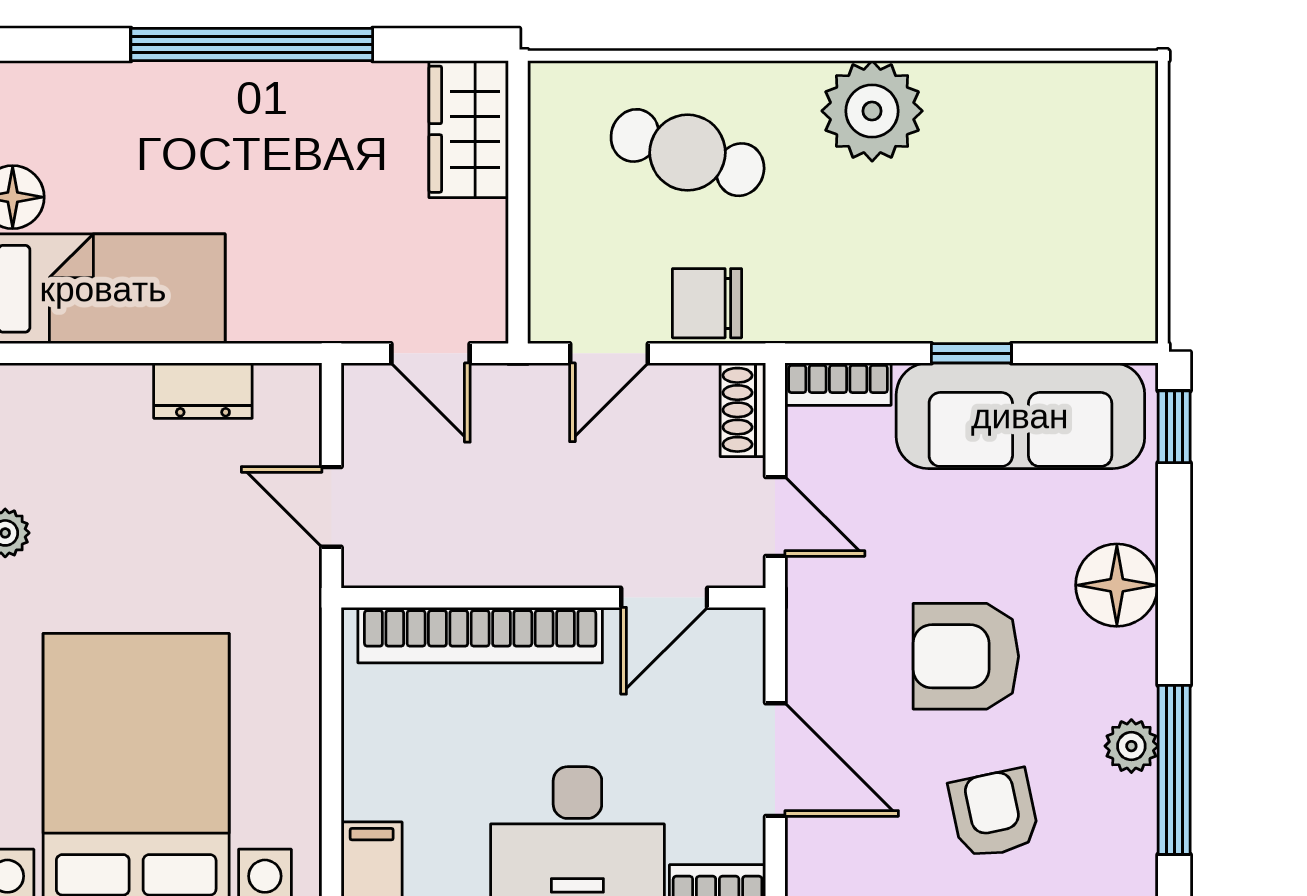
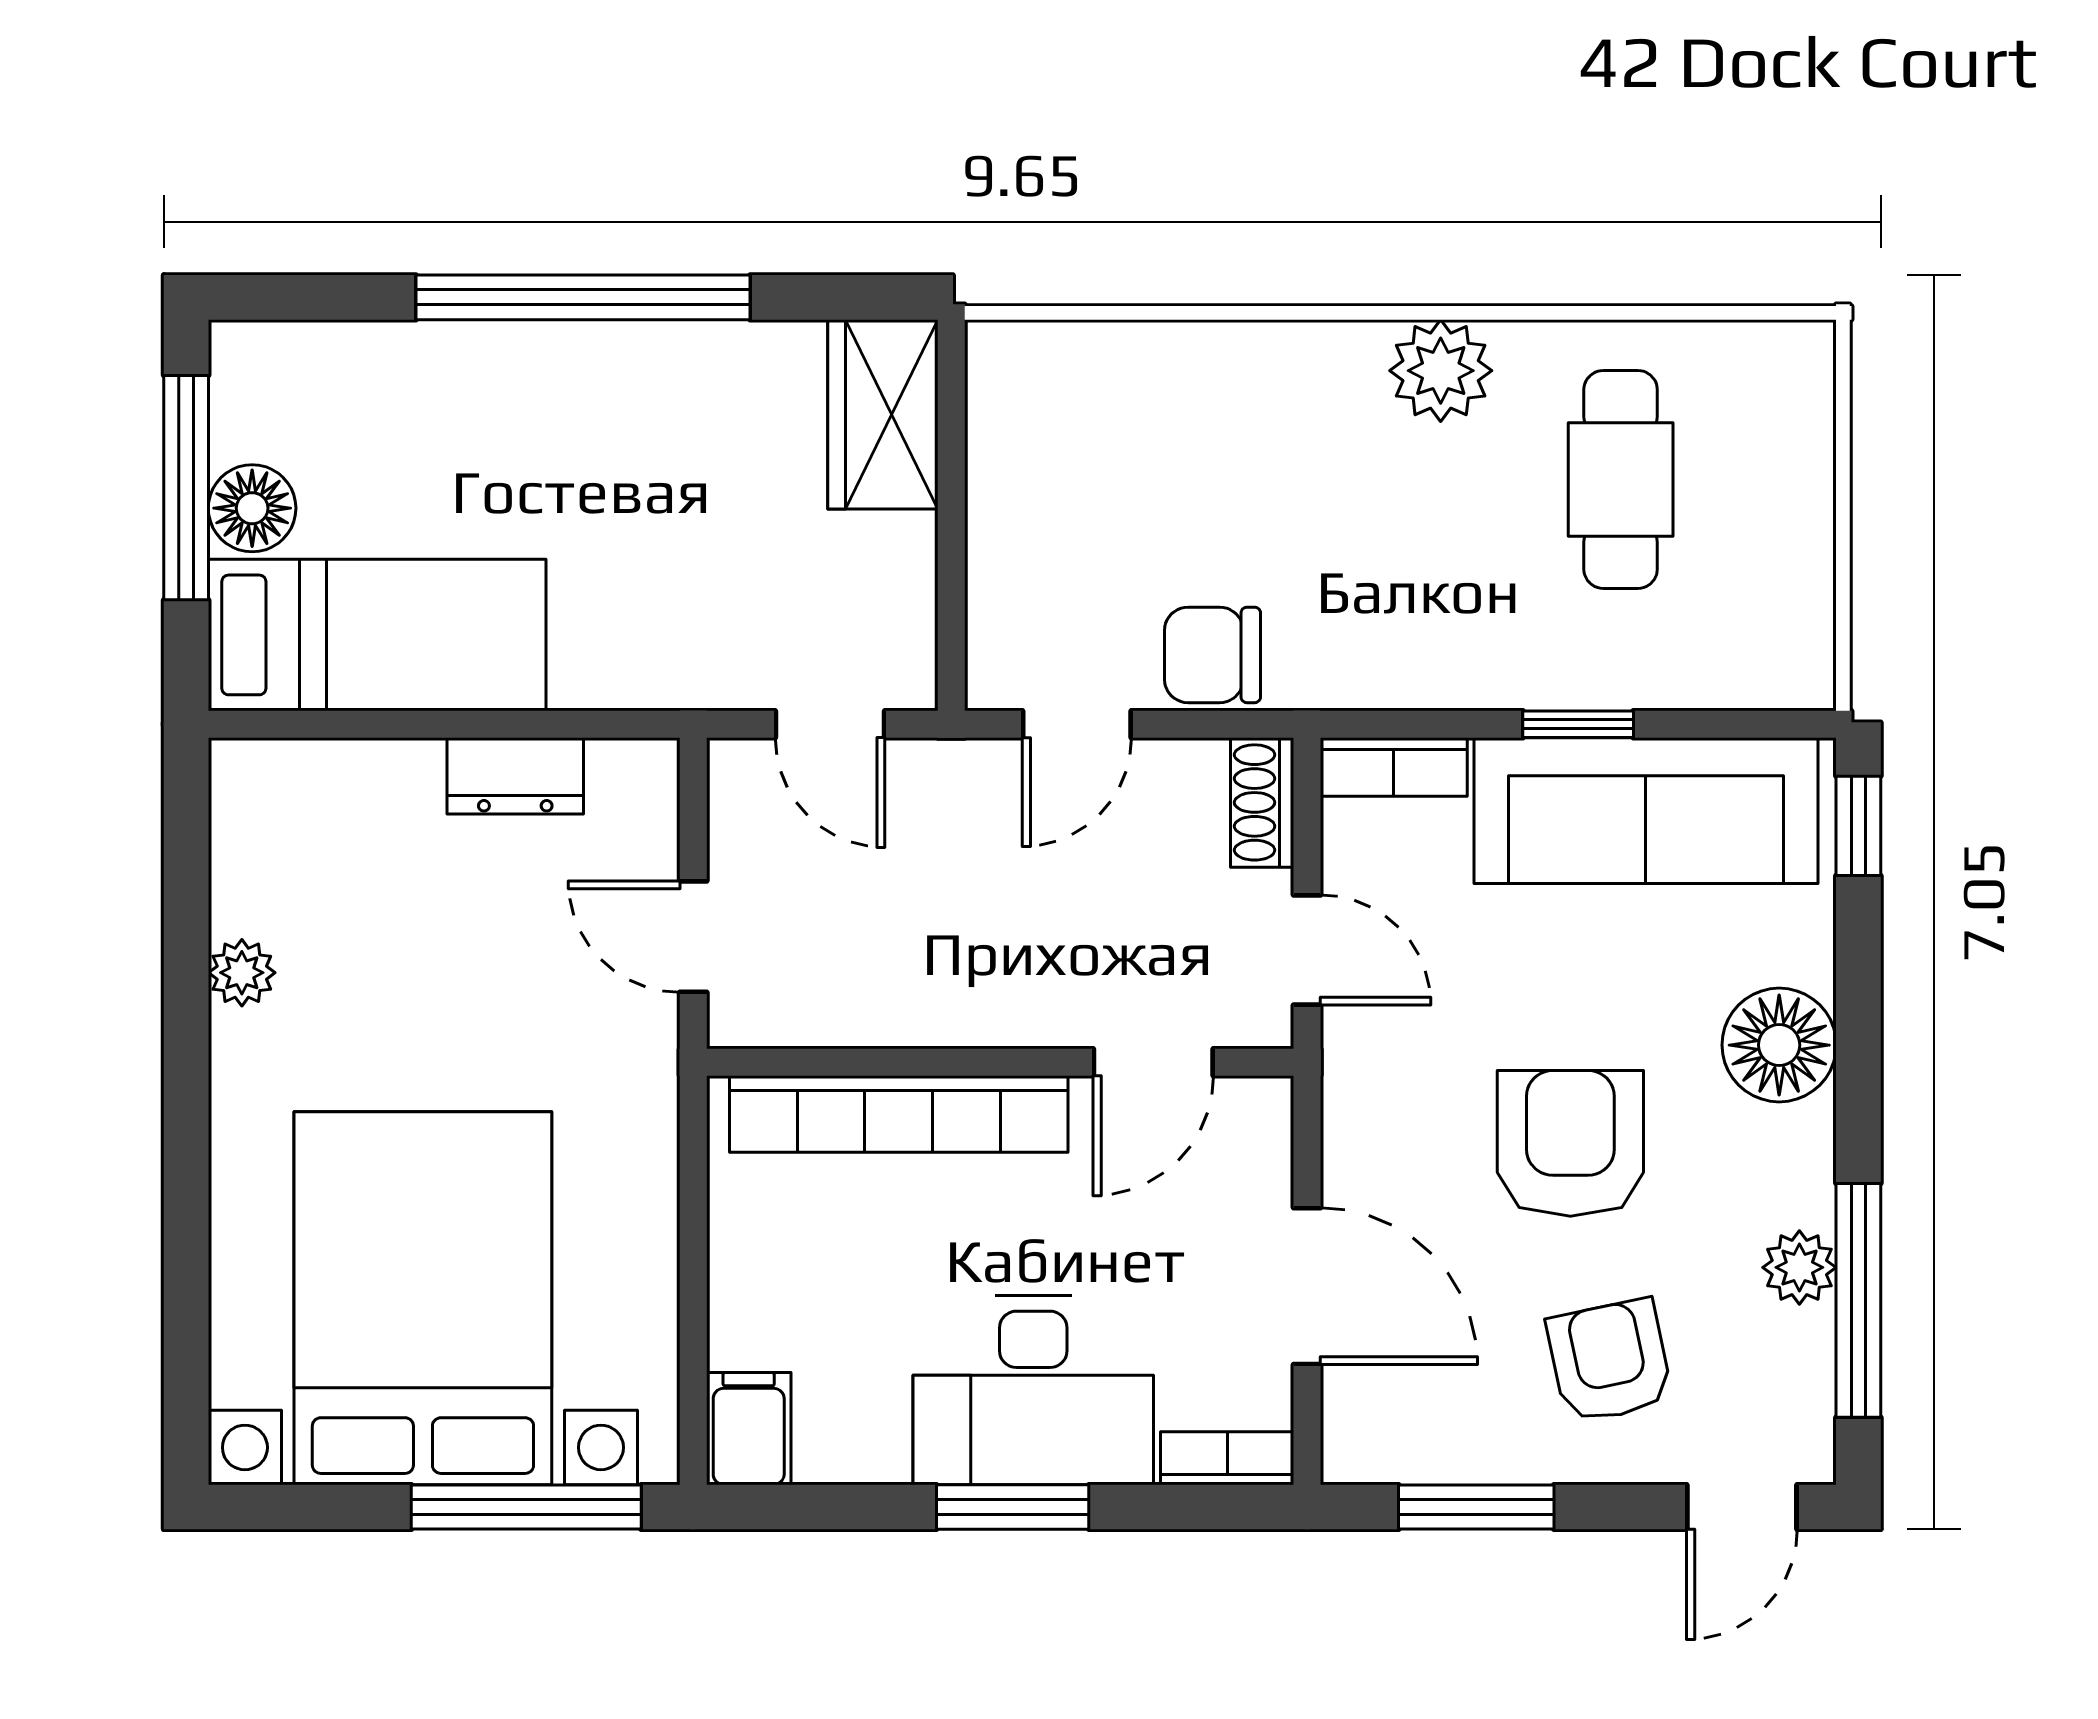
plant: (872, 111) -> (1441, 371), width x0.73, depth x0.73
cafe table: (688, 153) -> (1621, 479), moved, turned 72
armchair: (966, 656) -> (1570, 1143), turned 90

